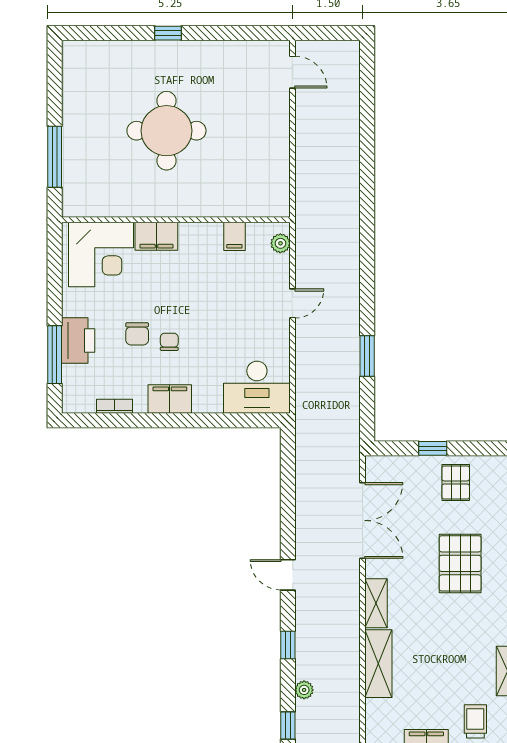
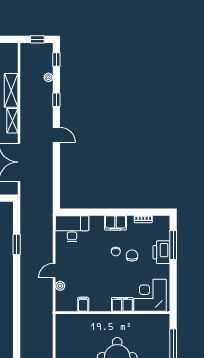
plant: (280, 243) -> (60, 286), moved

